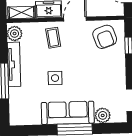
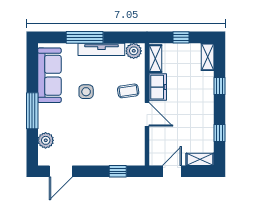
armchair: (105, 37) -> (128, 145), removed
sofa: (68, 113) -> (49, 75), moved

